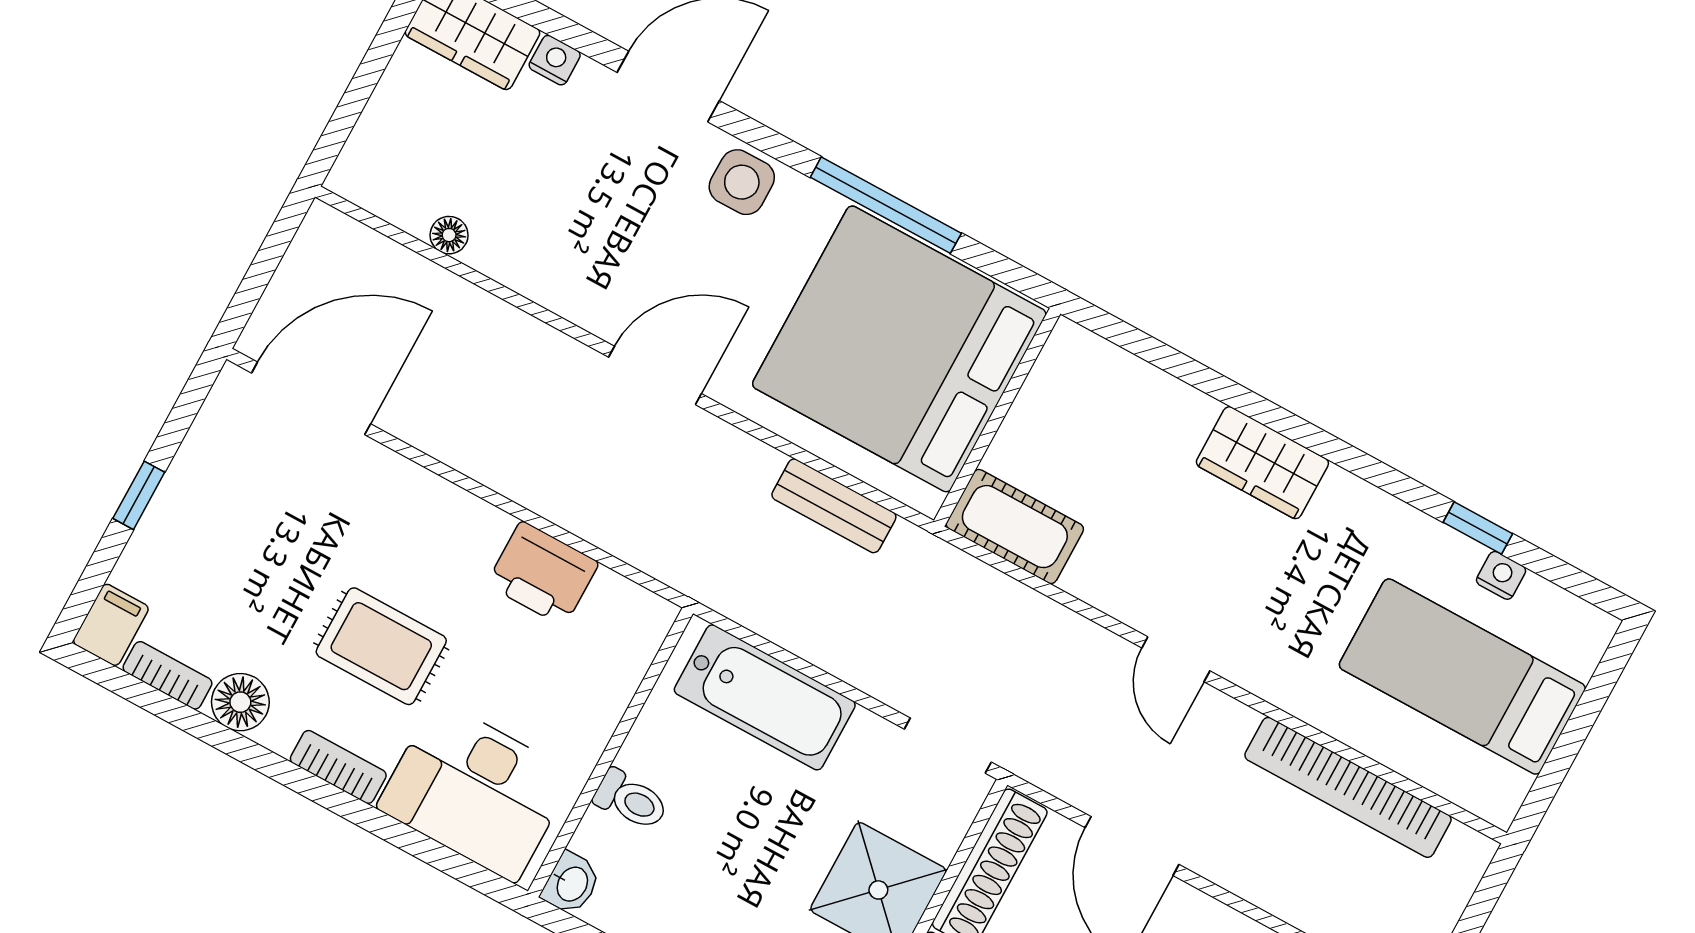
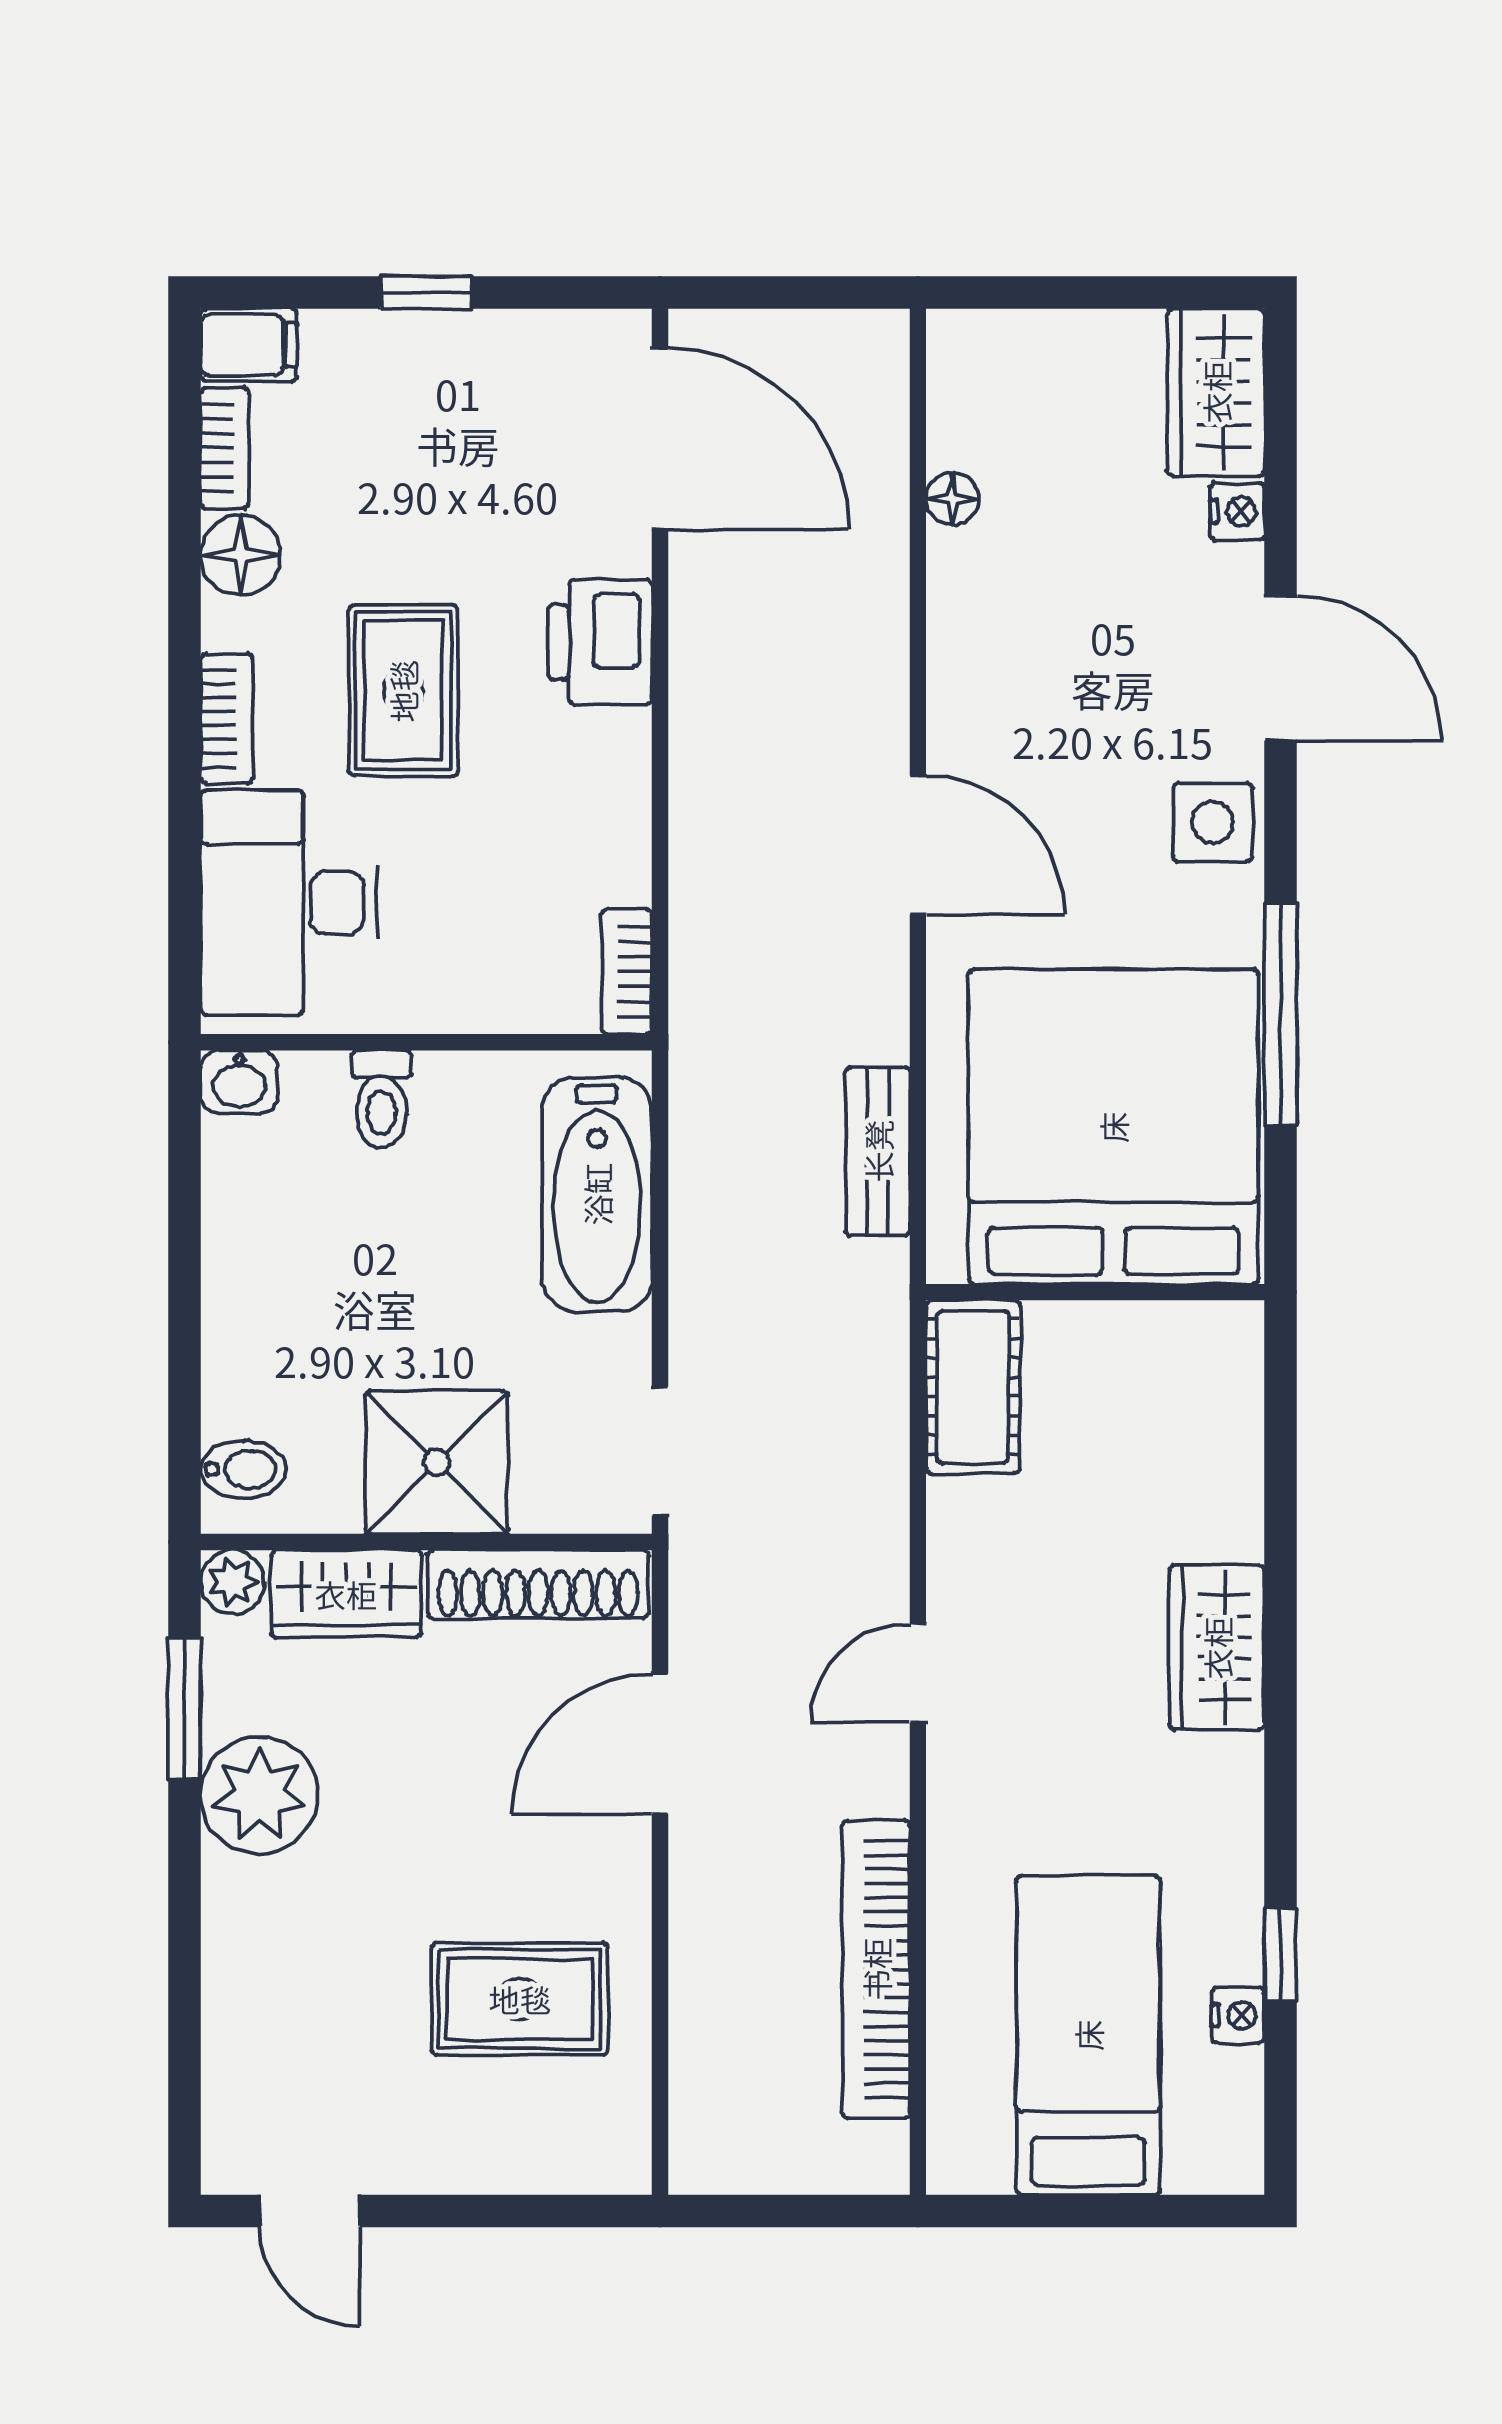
printer: (543, 574) -> (600, 642), moved
bookcase: (635, 602) -> (627, 972), added

